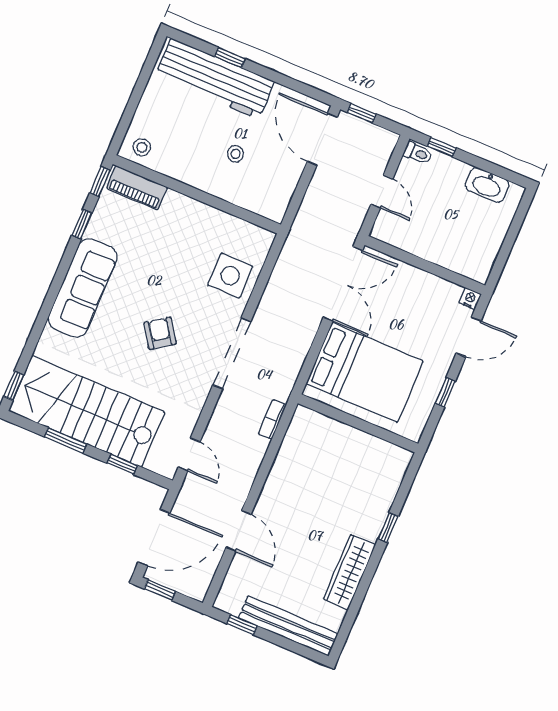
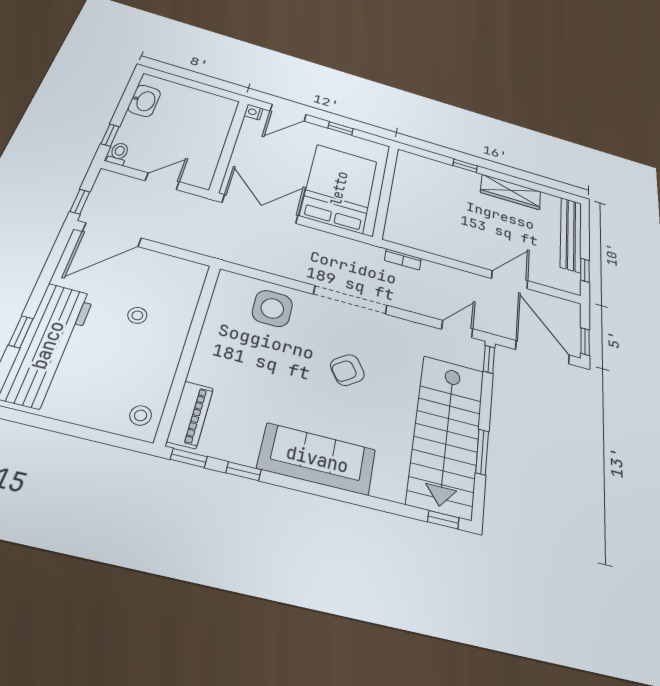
door: (469, 337) -> (288, 113), swing flipped
window: (122, 464) -> (489, 359), moved

